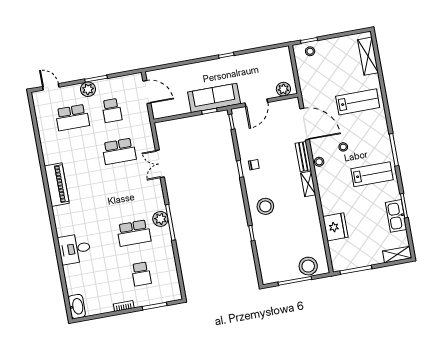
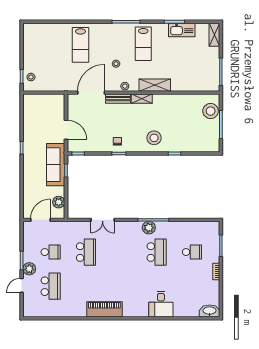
shelving: (368, 56) -> (155, 85), moved
door: (51, 87) -> (22, 285), moved
plant: (283, 89) -> (59, 202), moved
lab bench: (358, 102) -> (80, 45), turned 180
lab bench: (372, 174) -> (143, 44), turned 180
fridge: (335, 227) -> (182, 82), removed

